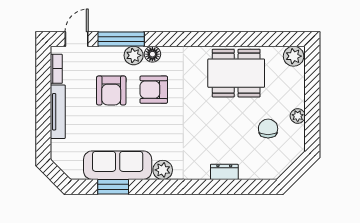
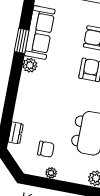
dresser: (224, 172) -> (16, 133), moved
window: (113, 187) -> (22, 41), moved

